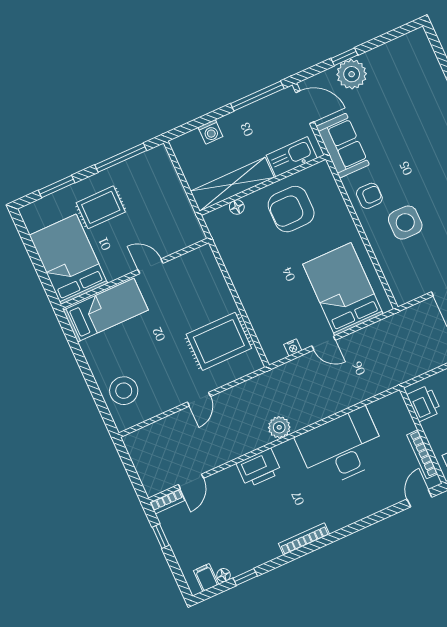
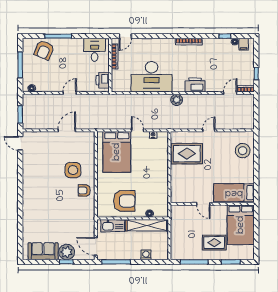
sofa: (343, 146) -> (43, 251), moved, turned 90

